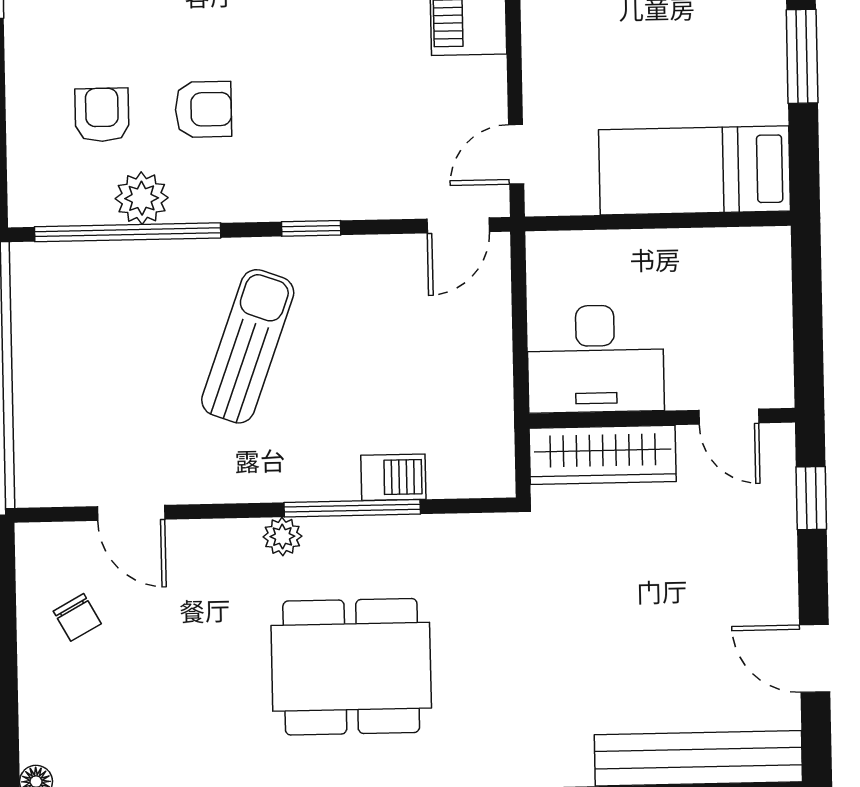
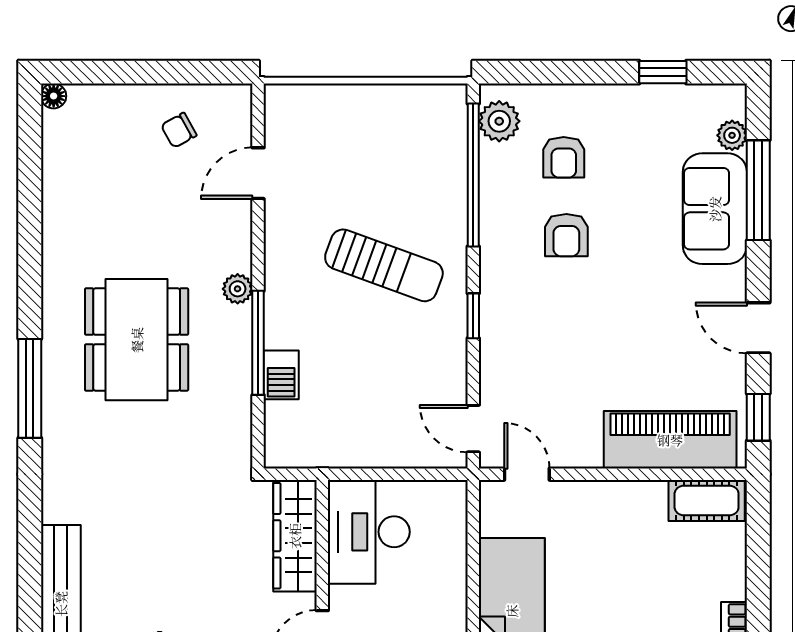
armchair: (102, 115) -> (564, 157), turned 90
plant: (142, 198) -> (499, 121), moved

